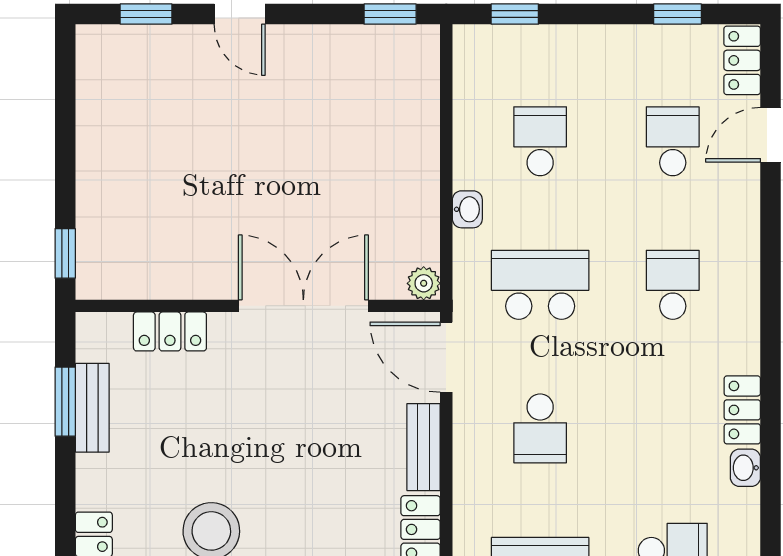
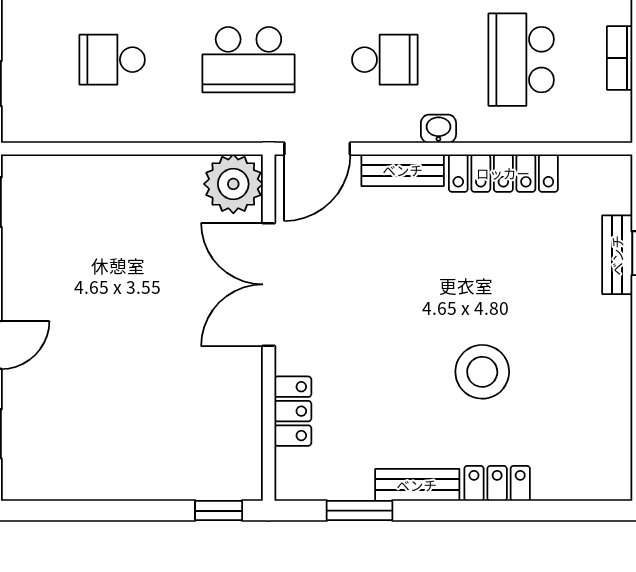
washbasin: (467, 209) -> (438, 129), moved
plant: (424, 283) -> (233, 184), width x1.88, depth x1.88
school desk: (540, 285) -> (248, 60), turned -90
bench: (92, 408) -> (417, 485), moved

